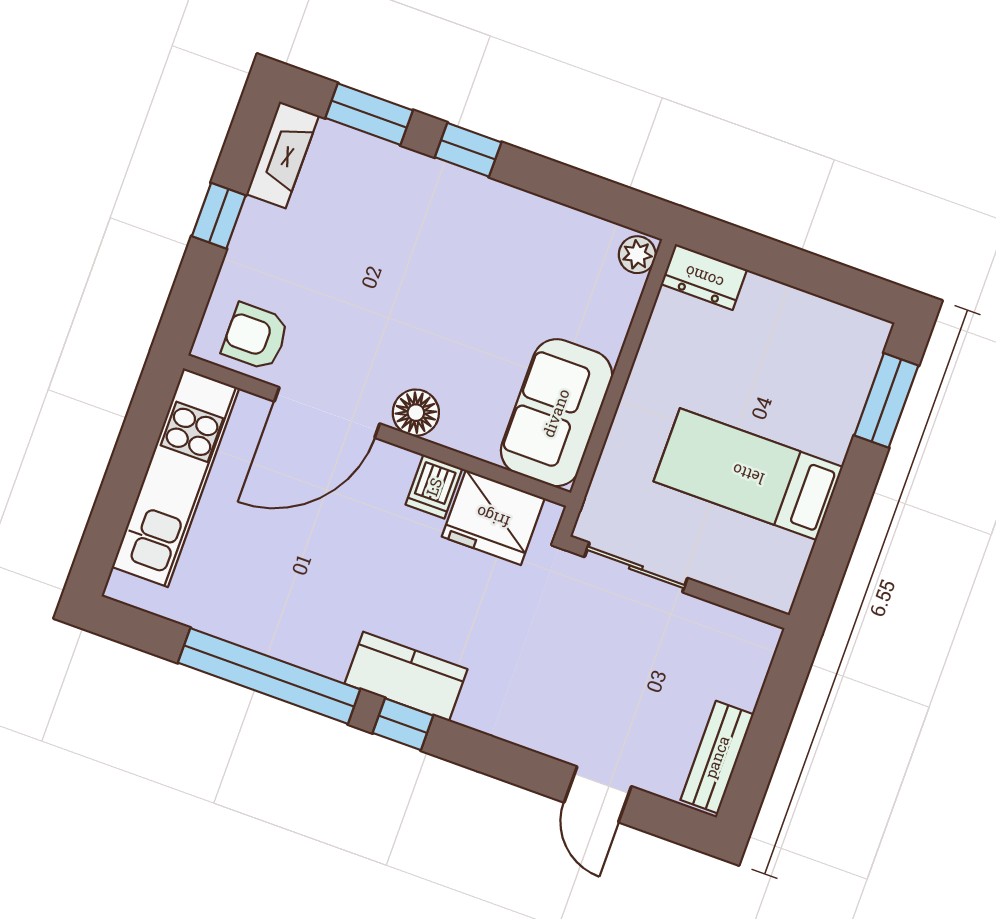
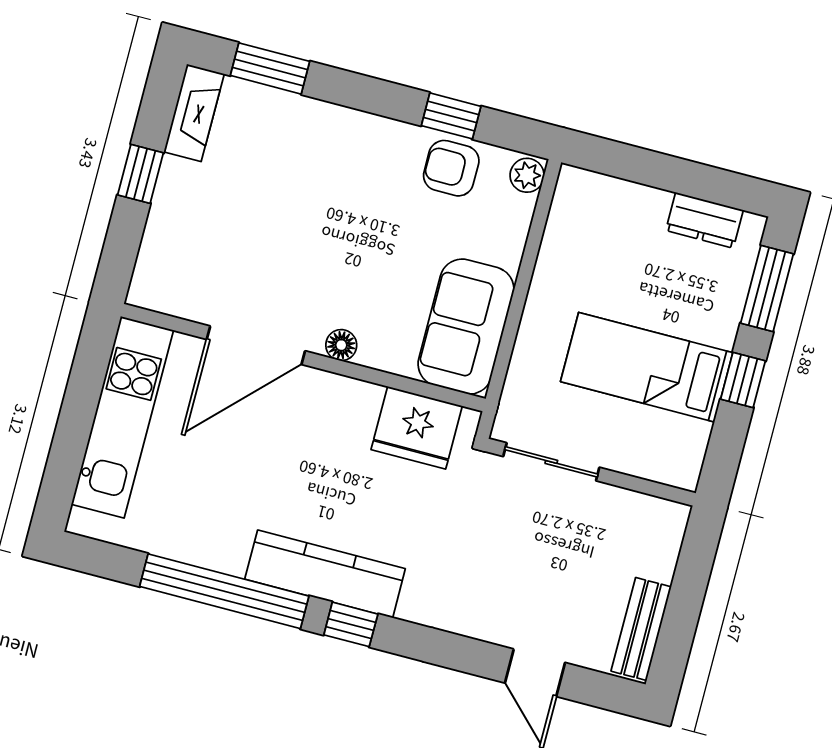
window: (468, 150) -> (451, 116), moved
dresser: (704, 277) -> (704, 220), moved
armchair: (255, 337) -> (451, 168), moved
floor lamp: (416, 413) -> (341, 345), width x0.73, depth x0.73
dishwasher: (434, 487) -> (360, 404), removed
window: (851, 497) -> (743, 380), added
kitchen counter: (406, 676) -> (325, 574), width x1.50

